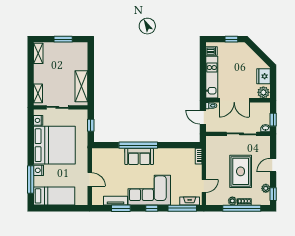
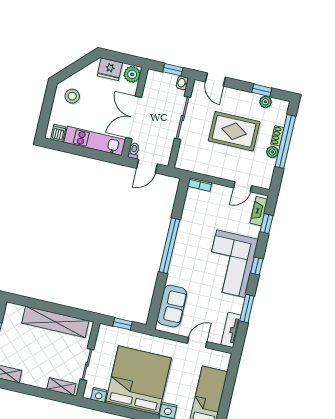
window: (231, 39) -> (48, 102), removed
stool: (239, 55) -> (72, 96), added
shelving: (81, 86) -> (55, 322), width x1.47
double door: (234, 100) -> (134, 117), swing flipped
window: (138, 145) -> (169, 246), moved
sofa: (139, 156) -> (172, 306), moved
door: (273, 165) -> (215, 80), moved
door: (204, 186) -> (243, 187), swing flipped
window: (273, 194) -> (262, 90), moved
tv unit: (115, 201) -> (231, 330), moved
window: (182, 208) -> (266, 224), width x0.46

